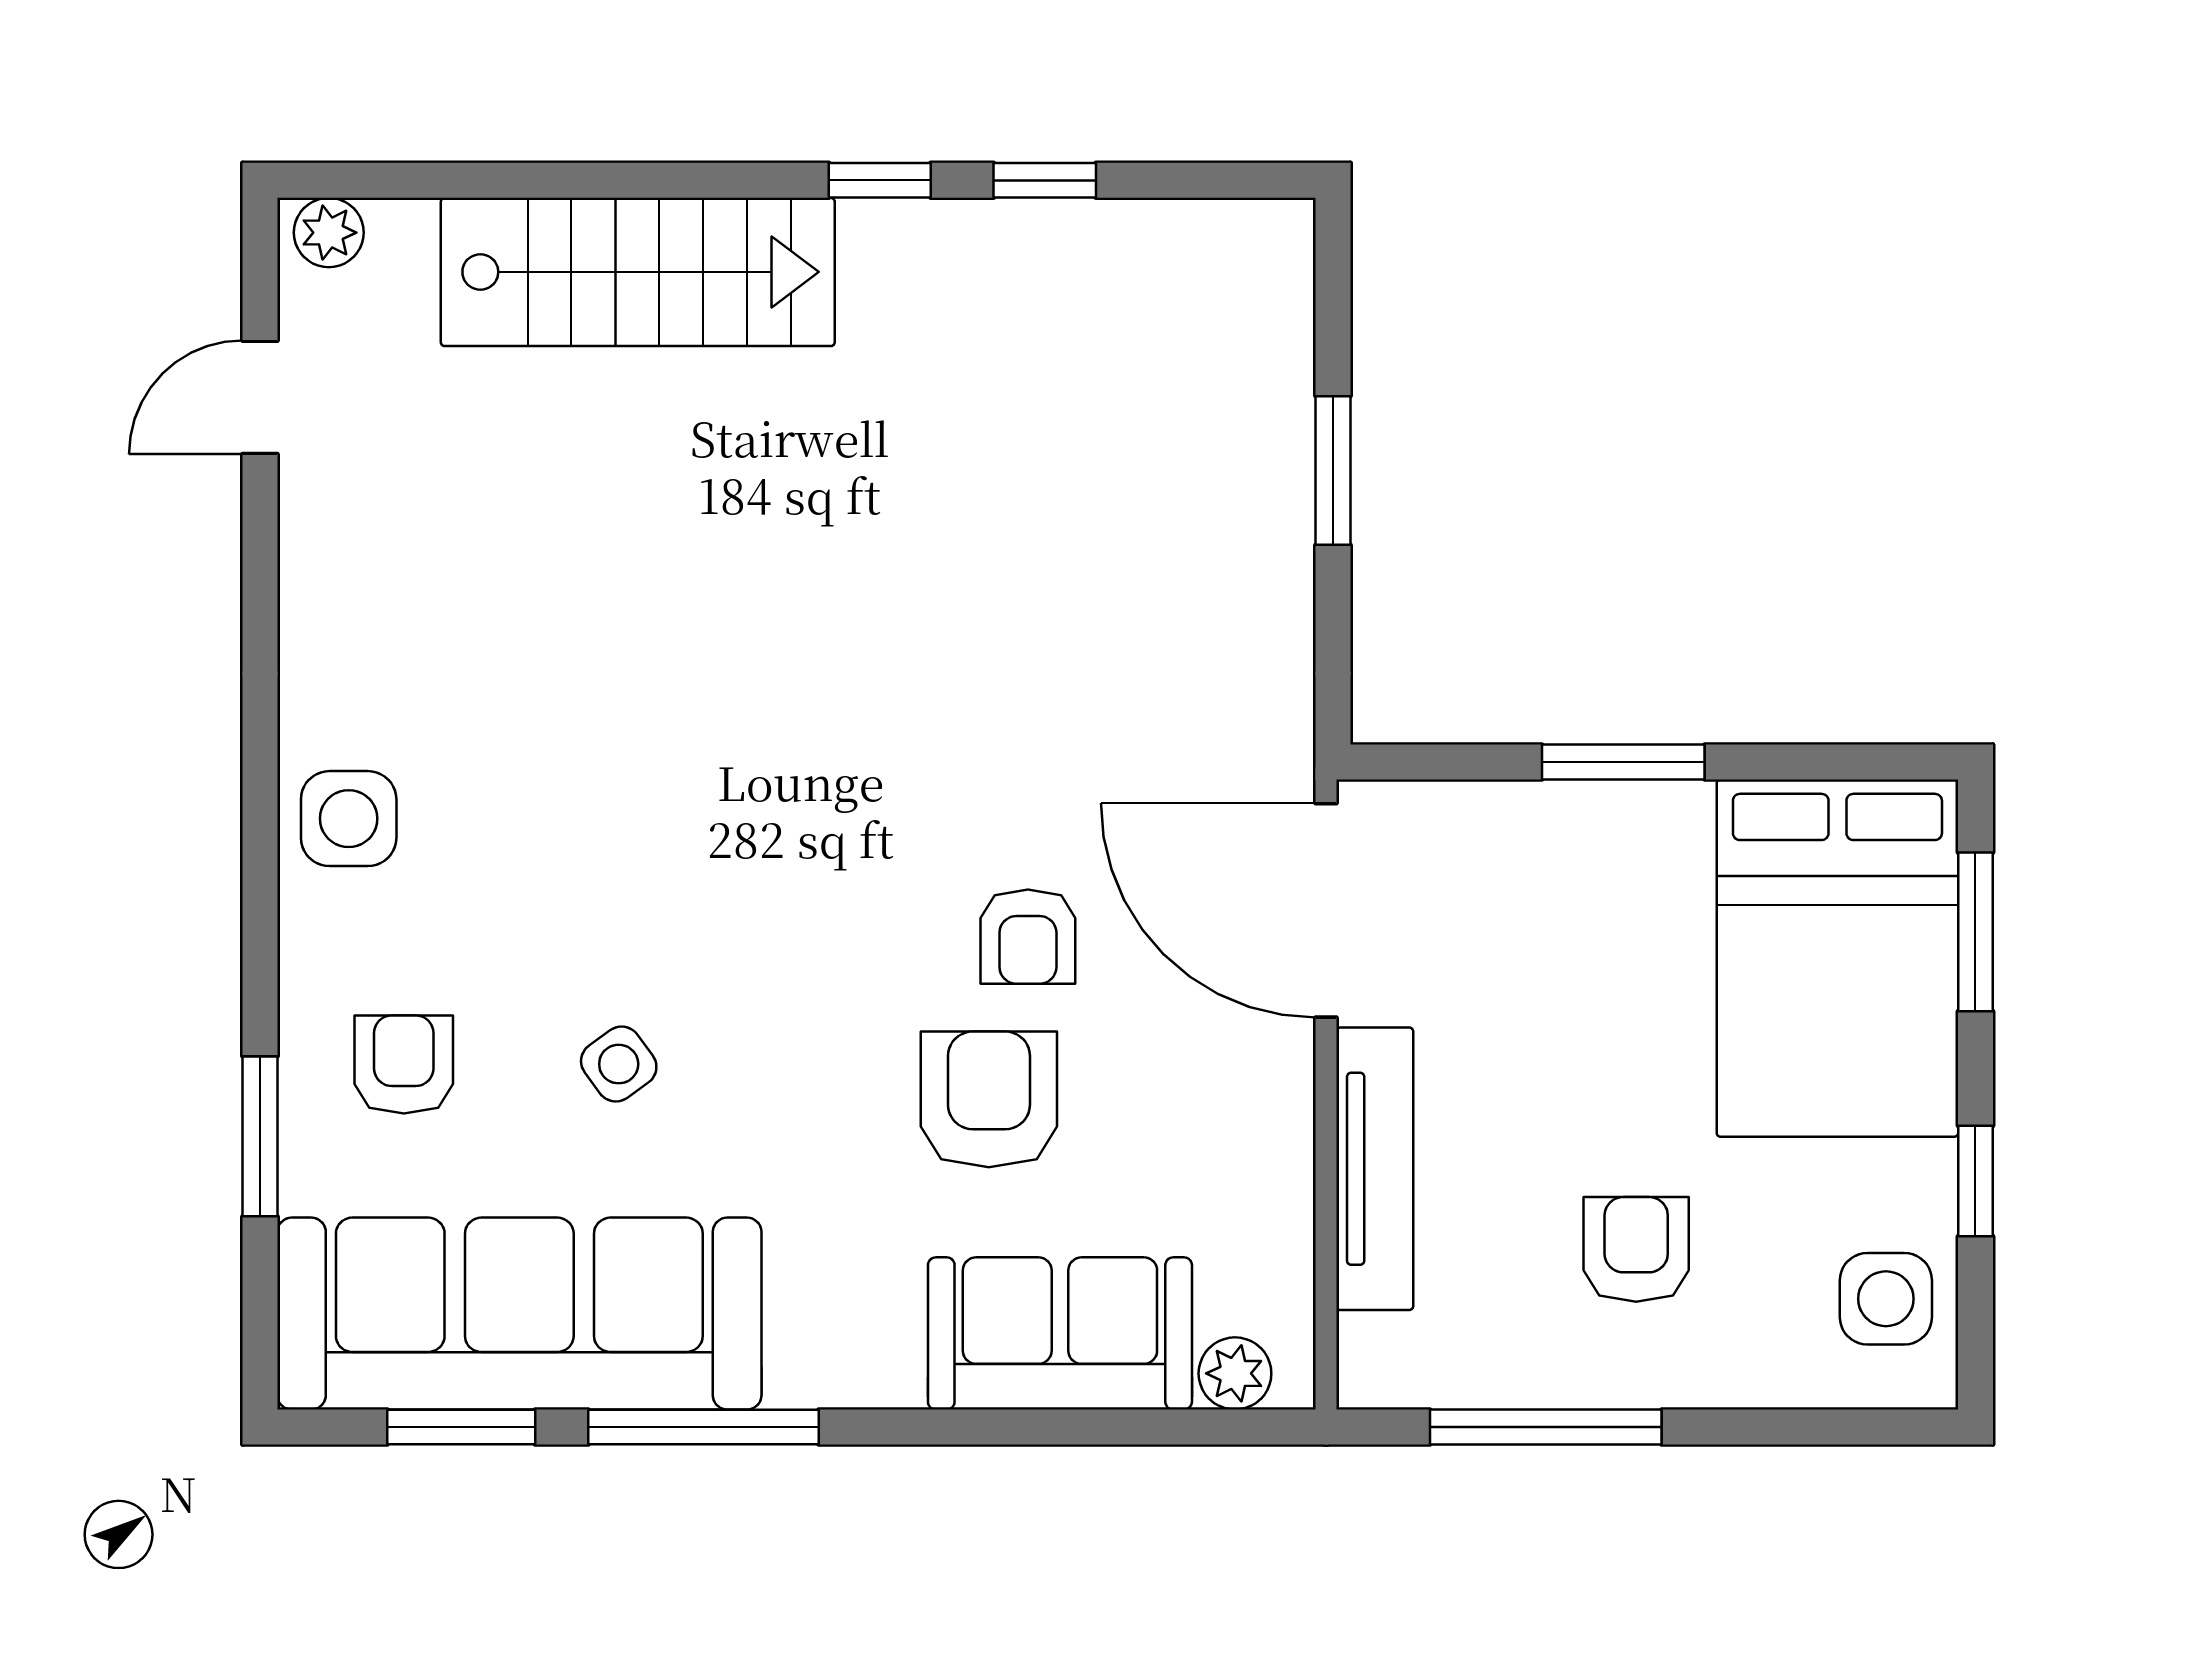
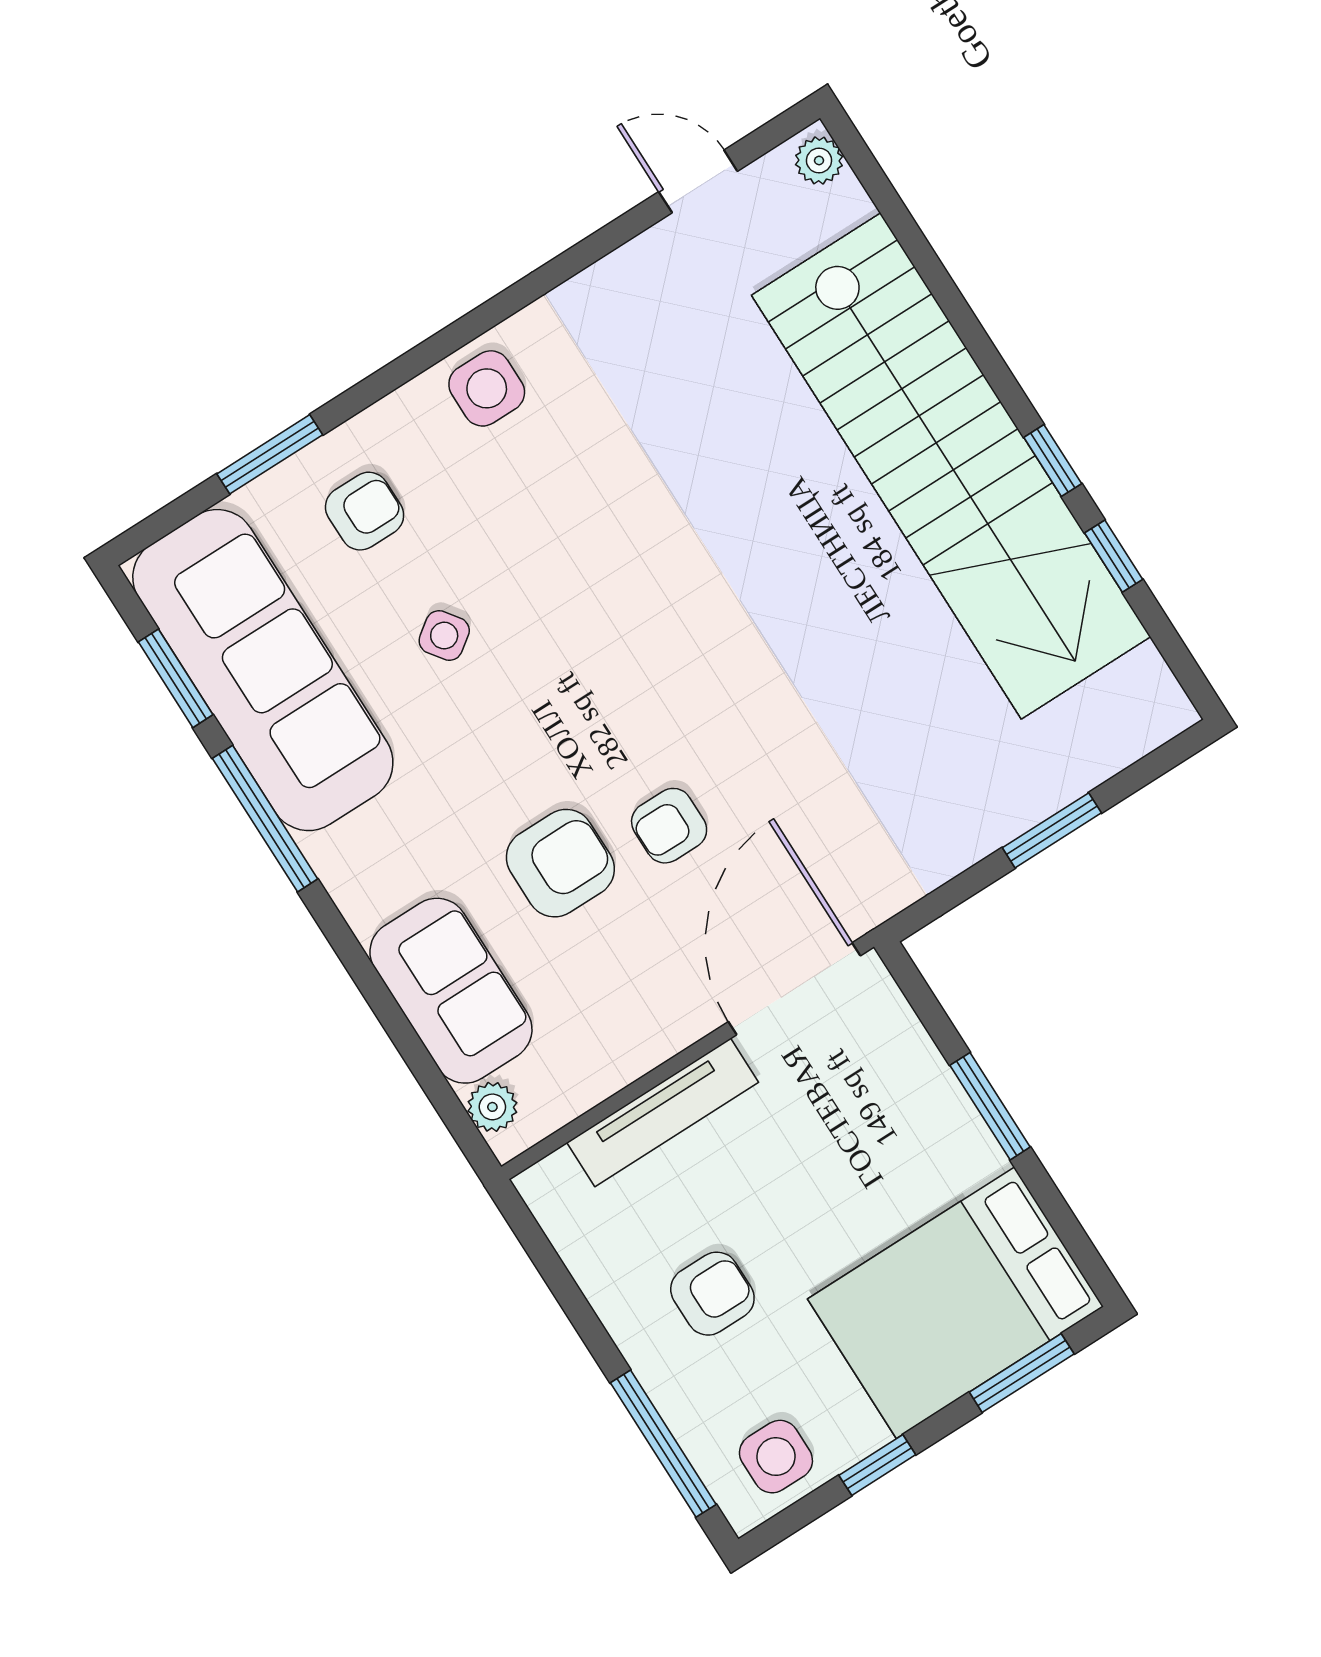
stairs: (638, 272) -> (951, 466), width x1.86, depth x1.51
window: (1546, 1427) -> (663, 1444), moved

